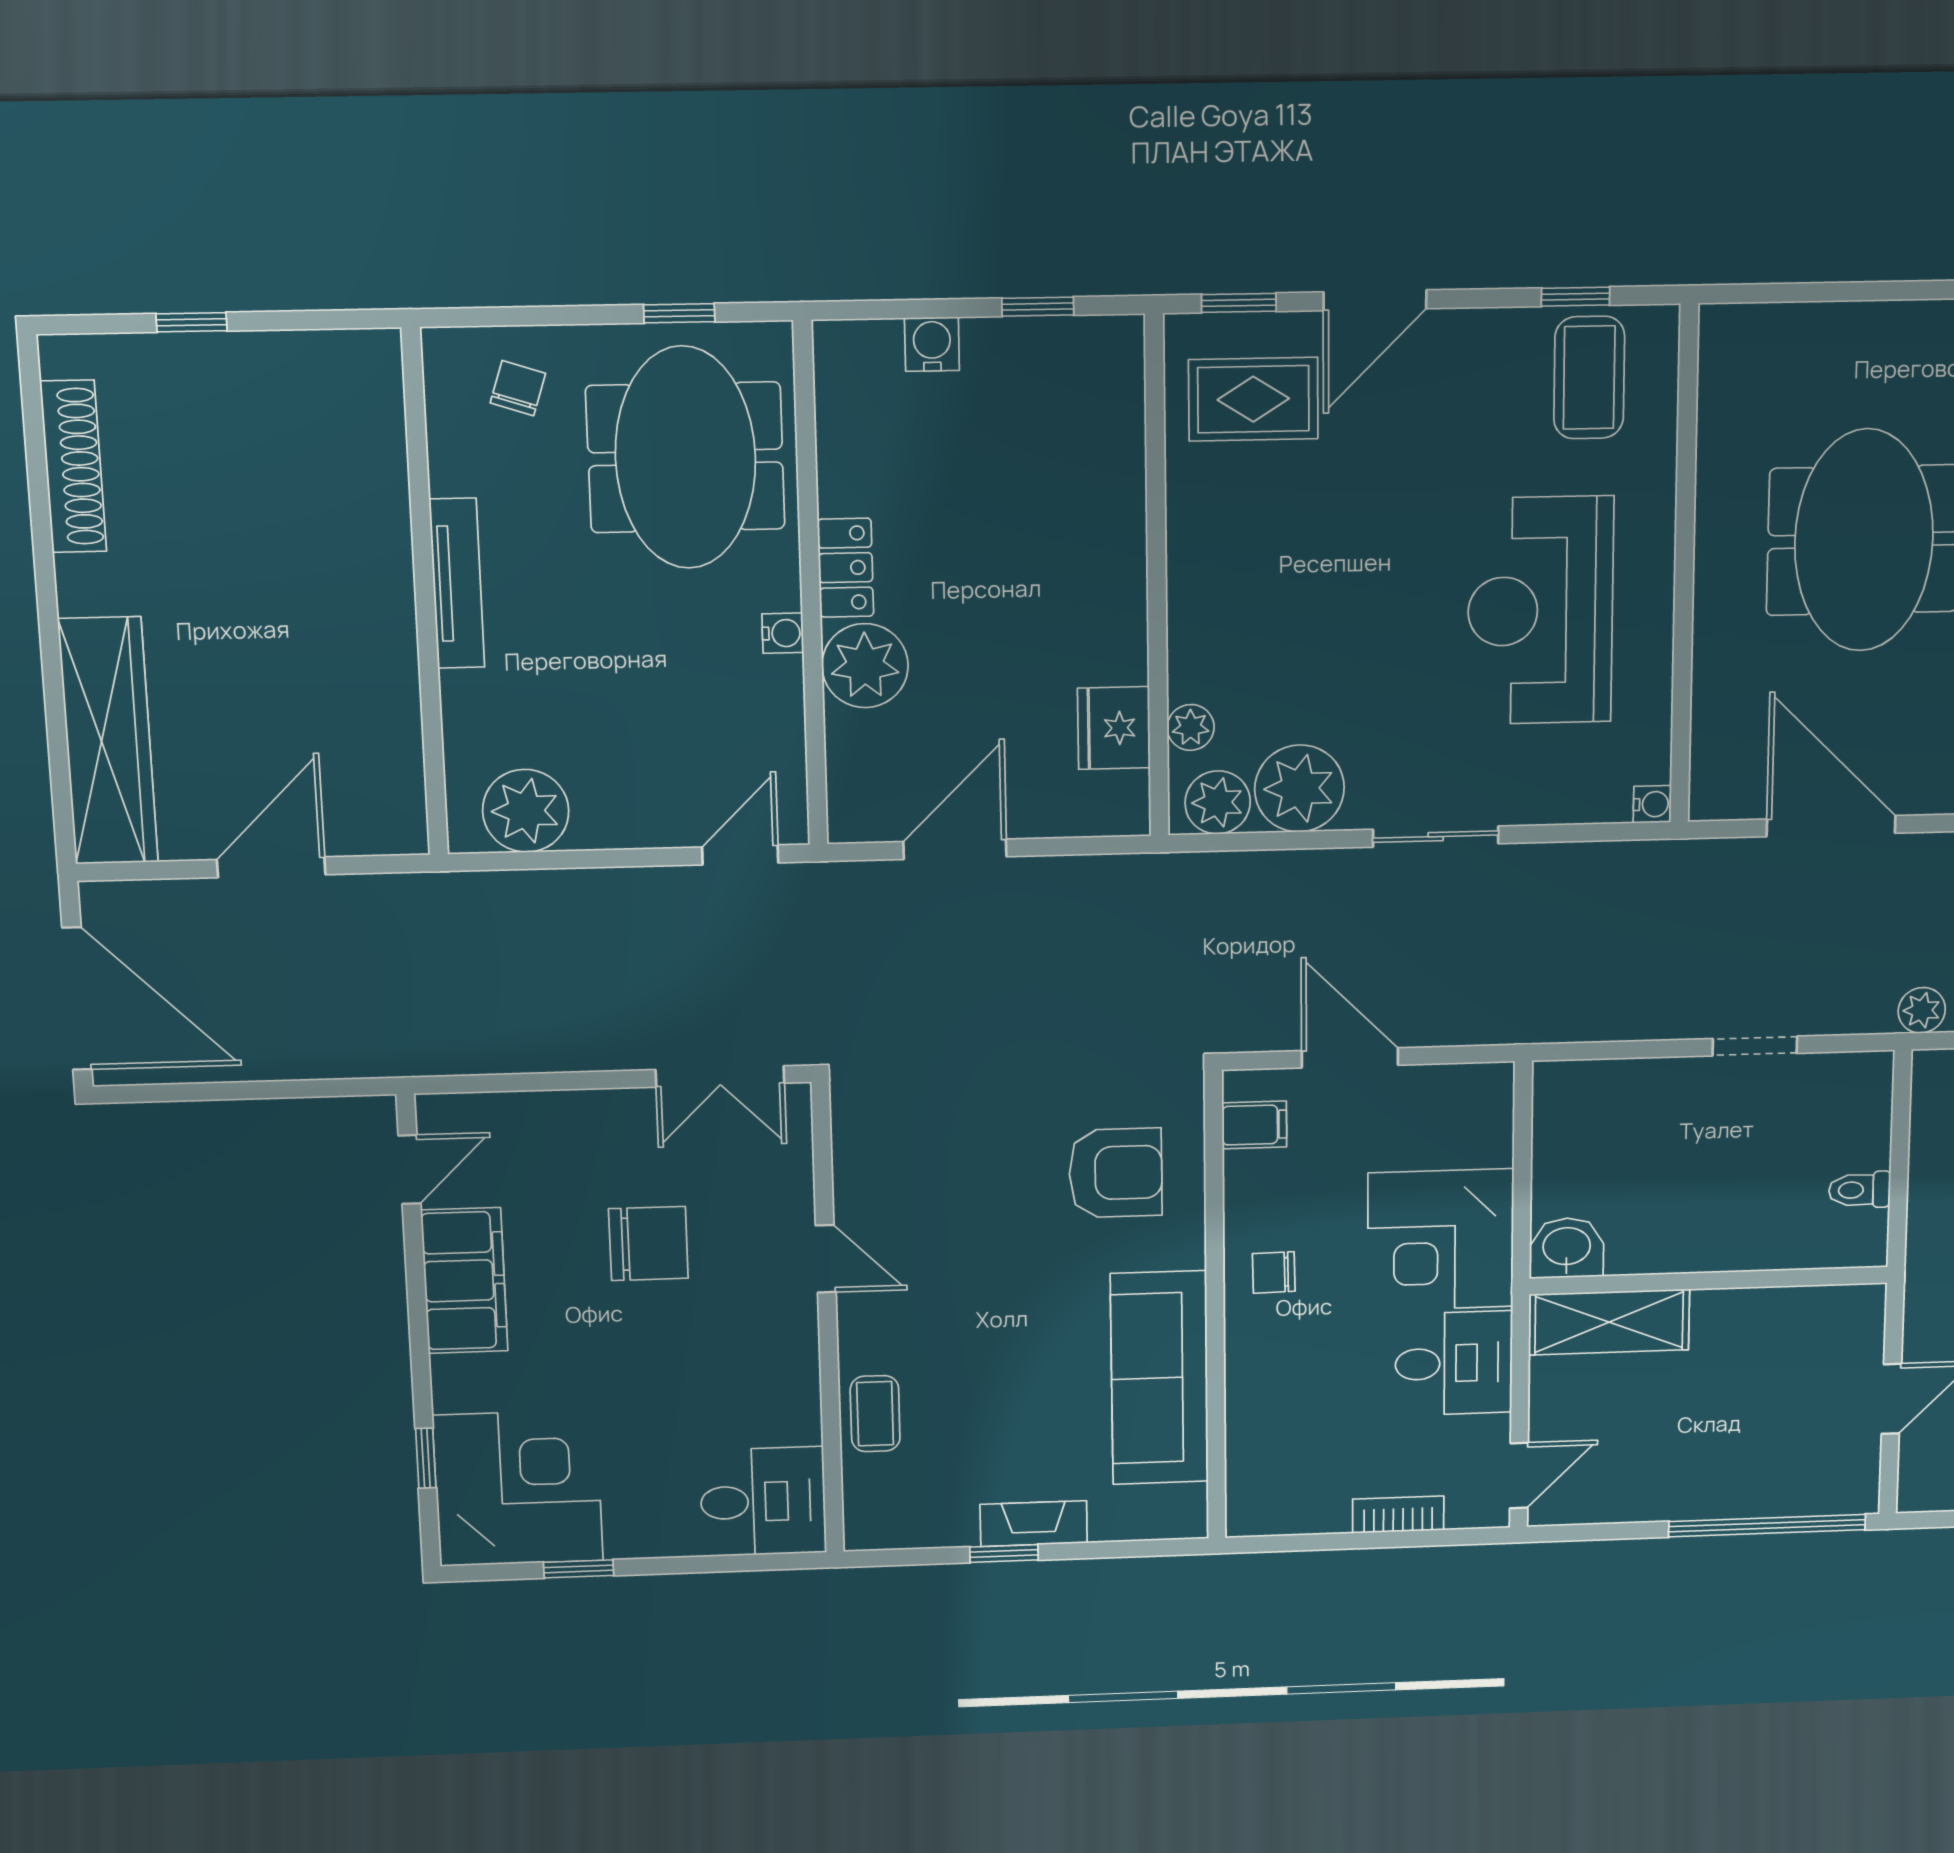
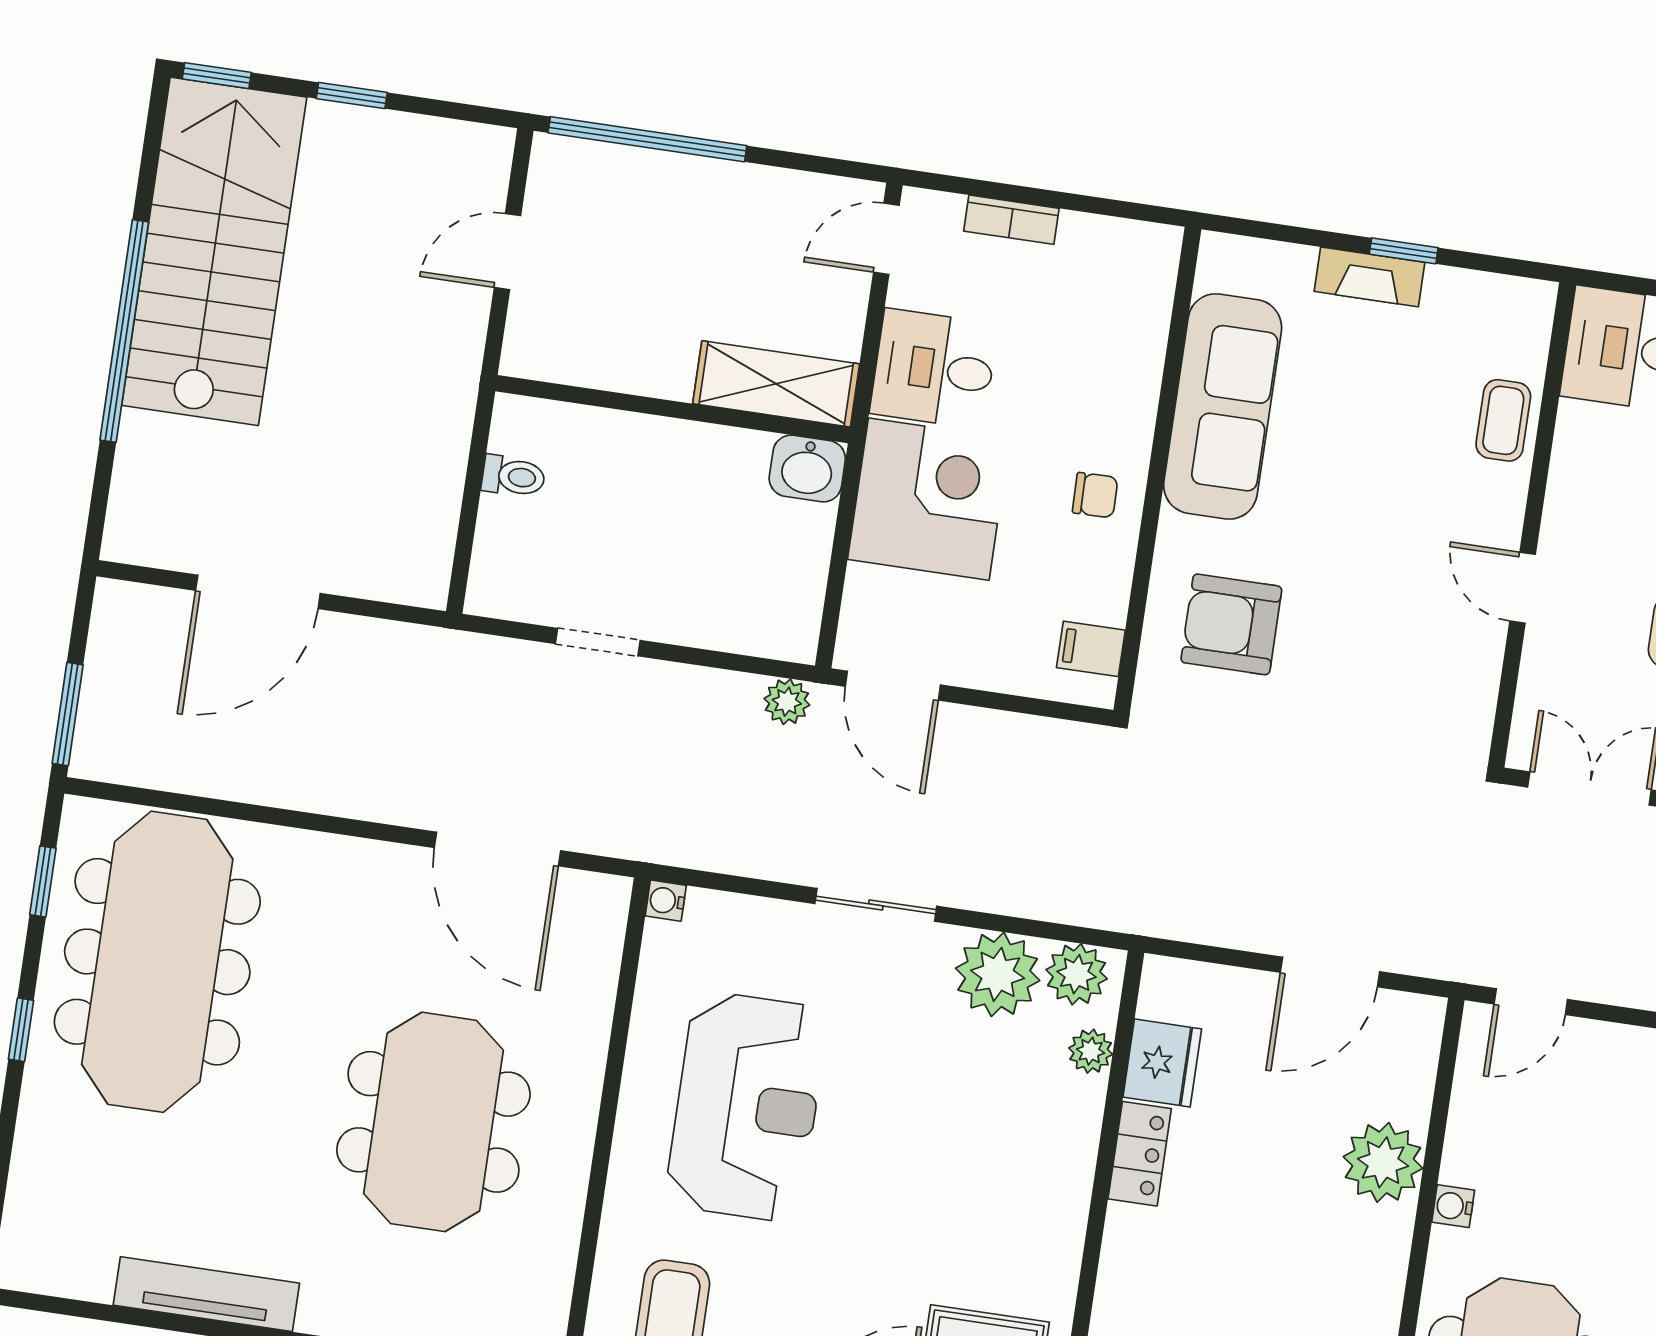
locker: (846, 568) -> (1140, 1154), moved, turned 180
plant: (1922, 1010) -> (787, 702), moved
door: (1350, 1058) -> (893, 686), moved

